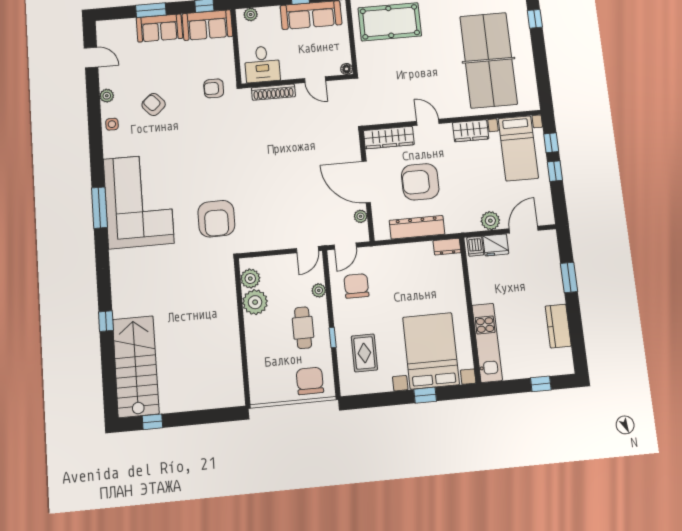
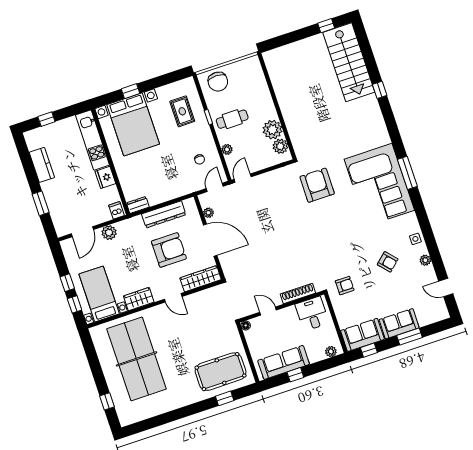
fridge: (496, 245) -> (105, 177), moved, turned -90
chair: (356, 286) -> (200, 159), width x0.54, depth x0.54
cafe table: (303, 328) -> (232, 119), turned 90

